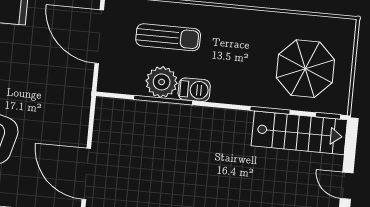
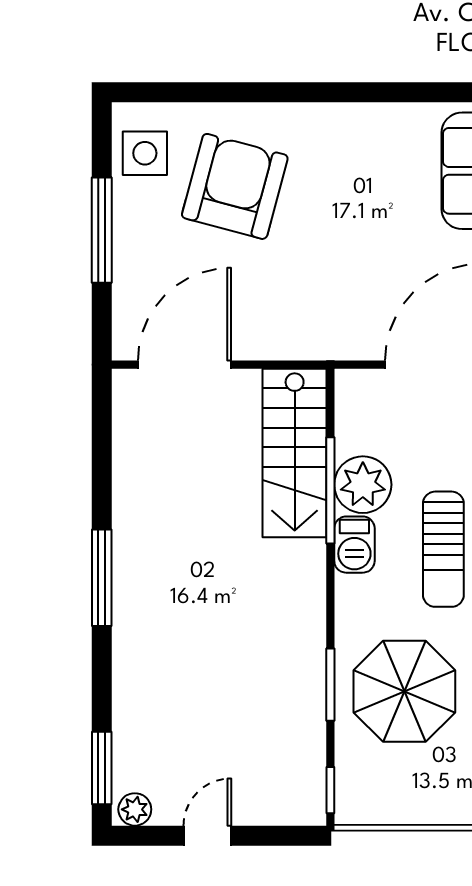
sun lounger: (168, 37) -> (443, 549), moved
parasol: (305, 69) -> (404, 691), moved
stairs: (299, 133) -> (295, 453), moved

